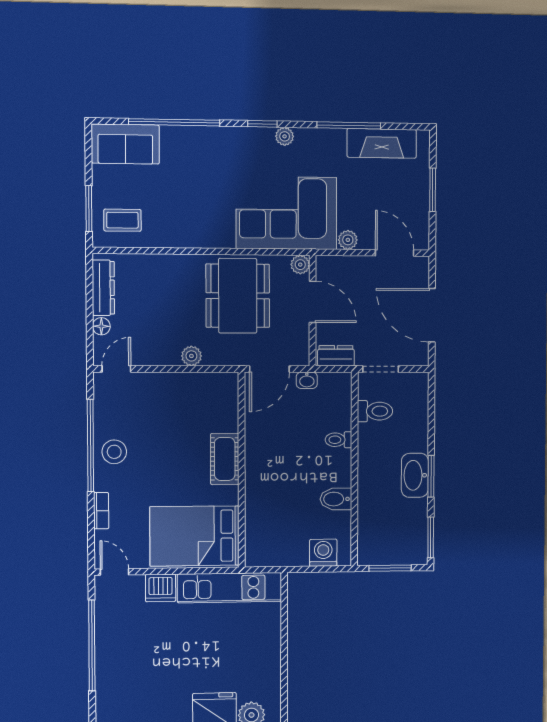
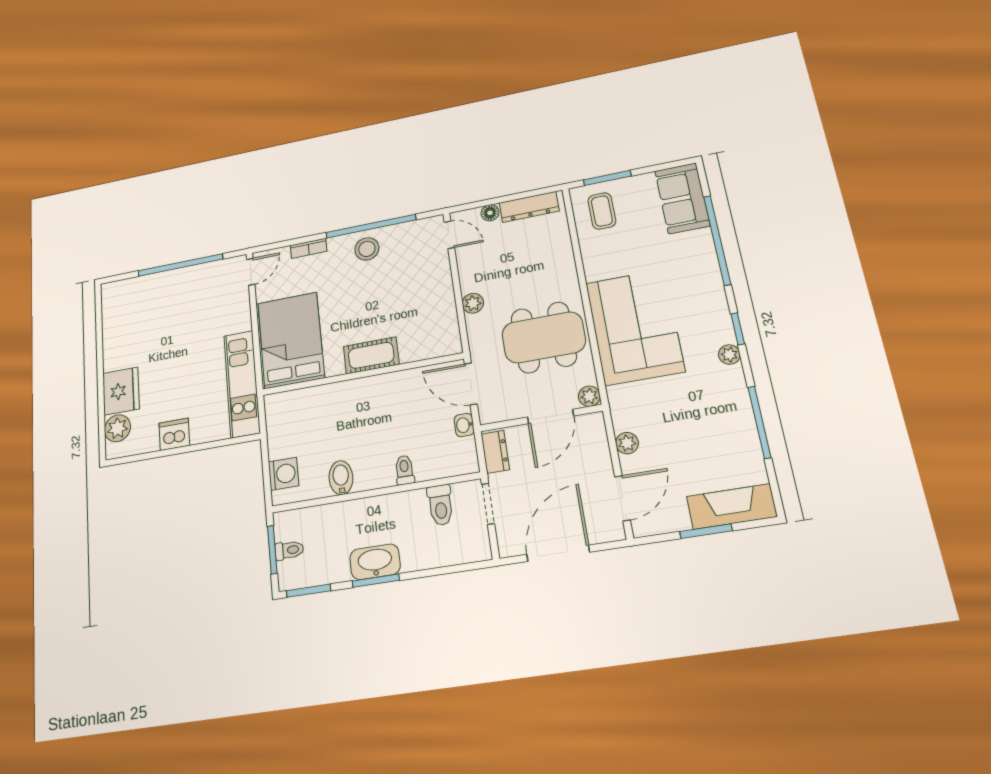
fireplace: (382, 143) -> (732, 507), moved, turned 90
corner sofa: (286, 213) -> (635, 327), moved
toilet: (393, 552) -> (289, 550), added
dishwasher: (161, 588) -> (174, 434), moved, turned 90

